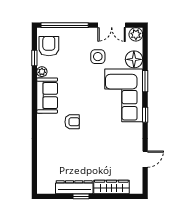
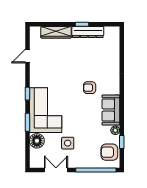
plant: (136, 34) -> (35, 162), removed
armchair: (49, 46) -> (109, 152), turned 90

